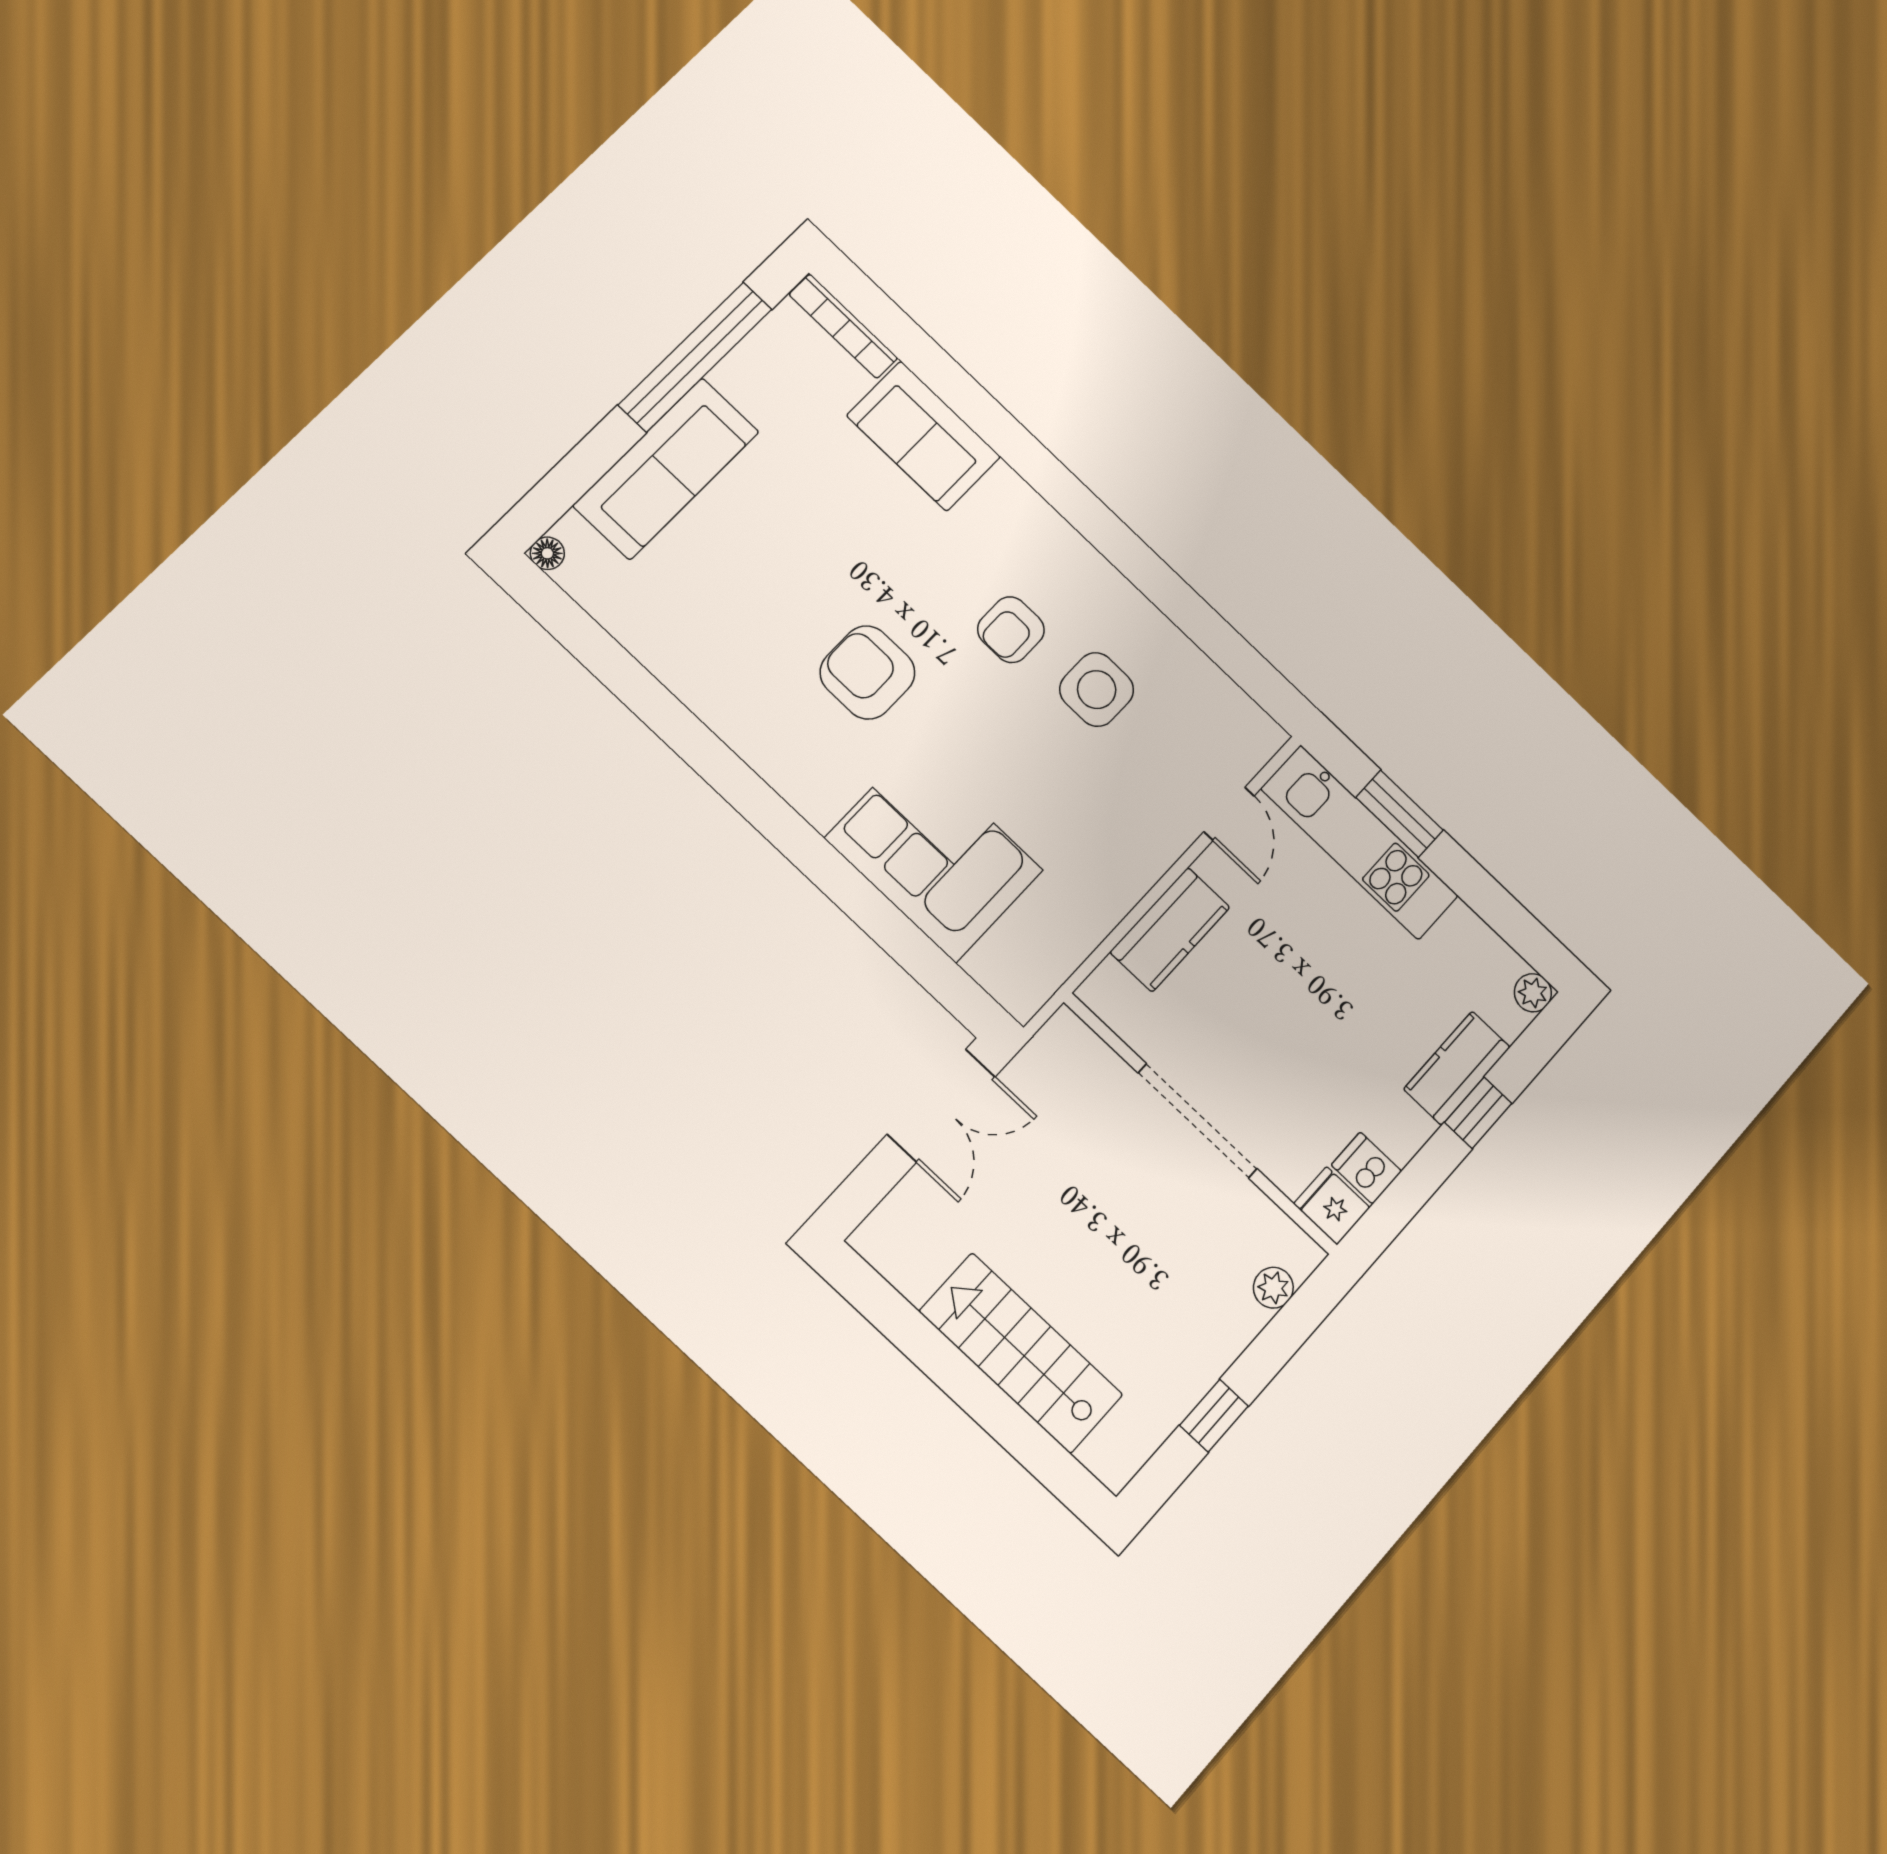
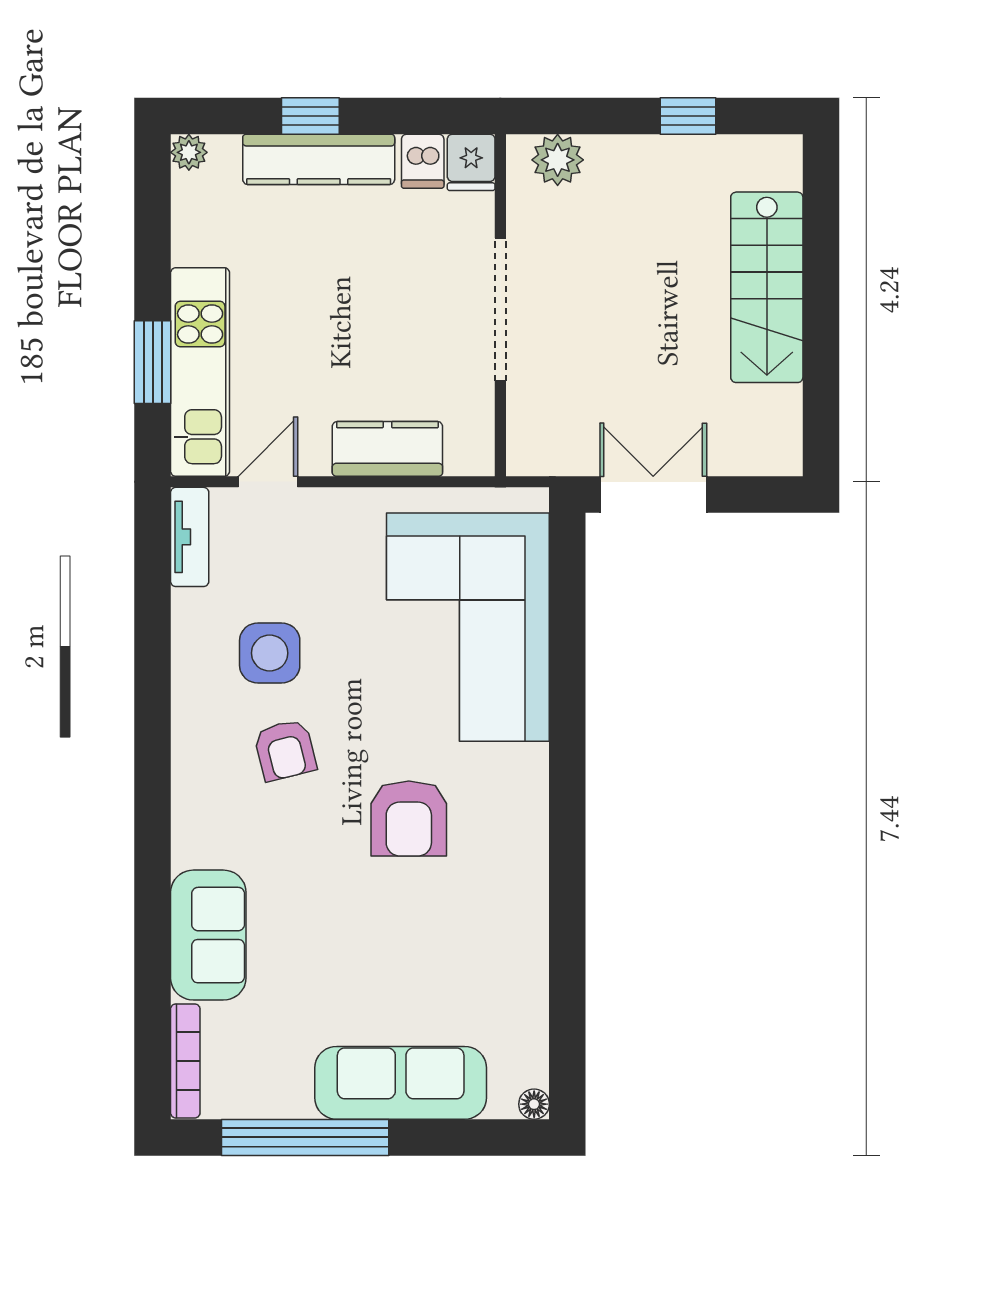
armchair: (1011, 630) -> (285, 750), turned 76
tv unit: (1242, 715) -> (190, 537), added
corner sofa: (934, 854) -> (468, 627), width x1.36, depth x1.36
kitchen counter: (1457, 1068) -> (319, 159), width x1.50
plant: (1273, 1288) -> (558, 160), width x1.38, depth x1.38

